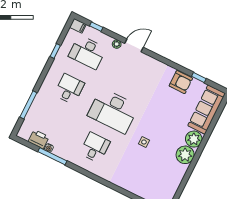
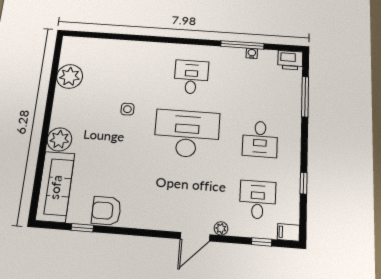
desk: (87, 52) -> (258, 200), width x0.73
printer: (39, 139) -> (290, 60), moved
desk: (95, 147) -> (191, 77), turned 180
plant: (185, 155) -> (70, 77), moved

